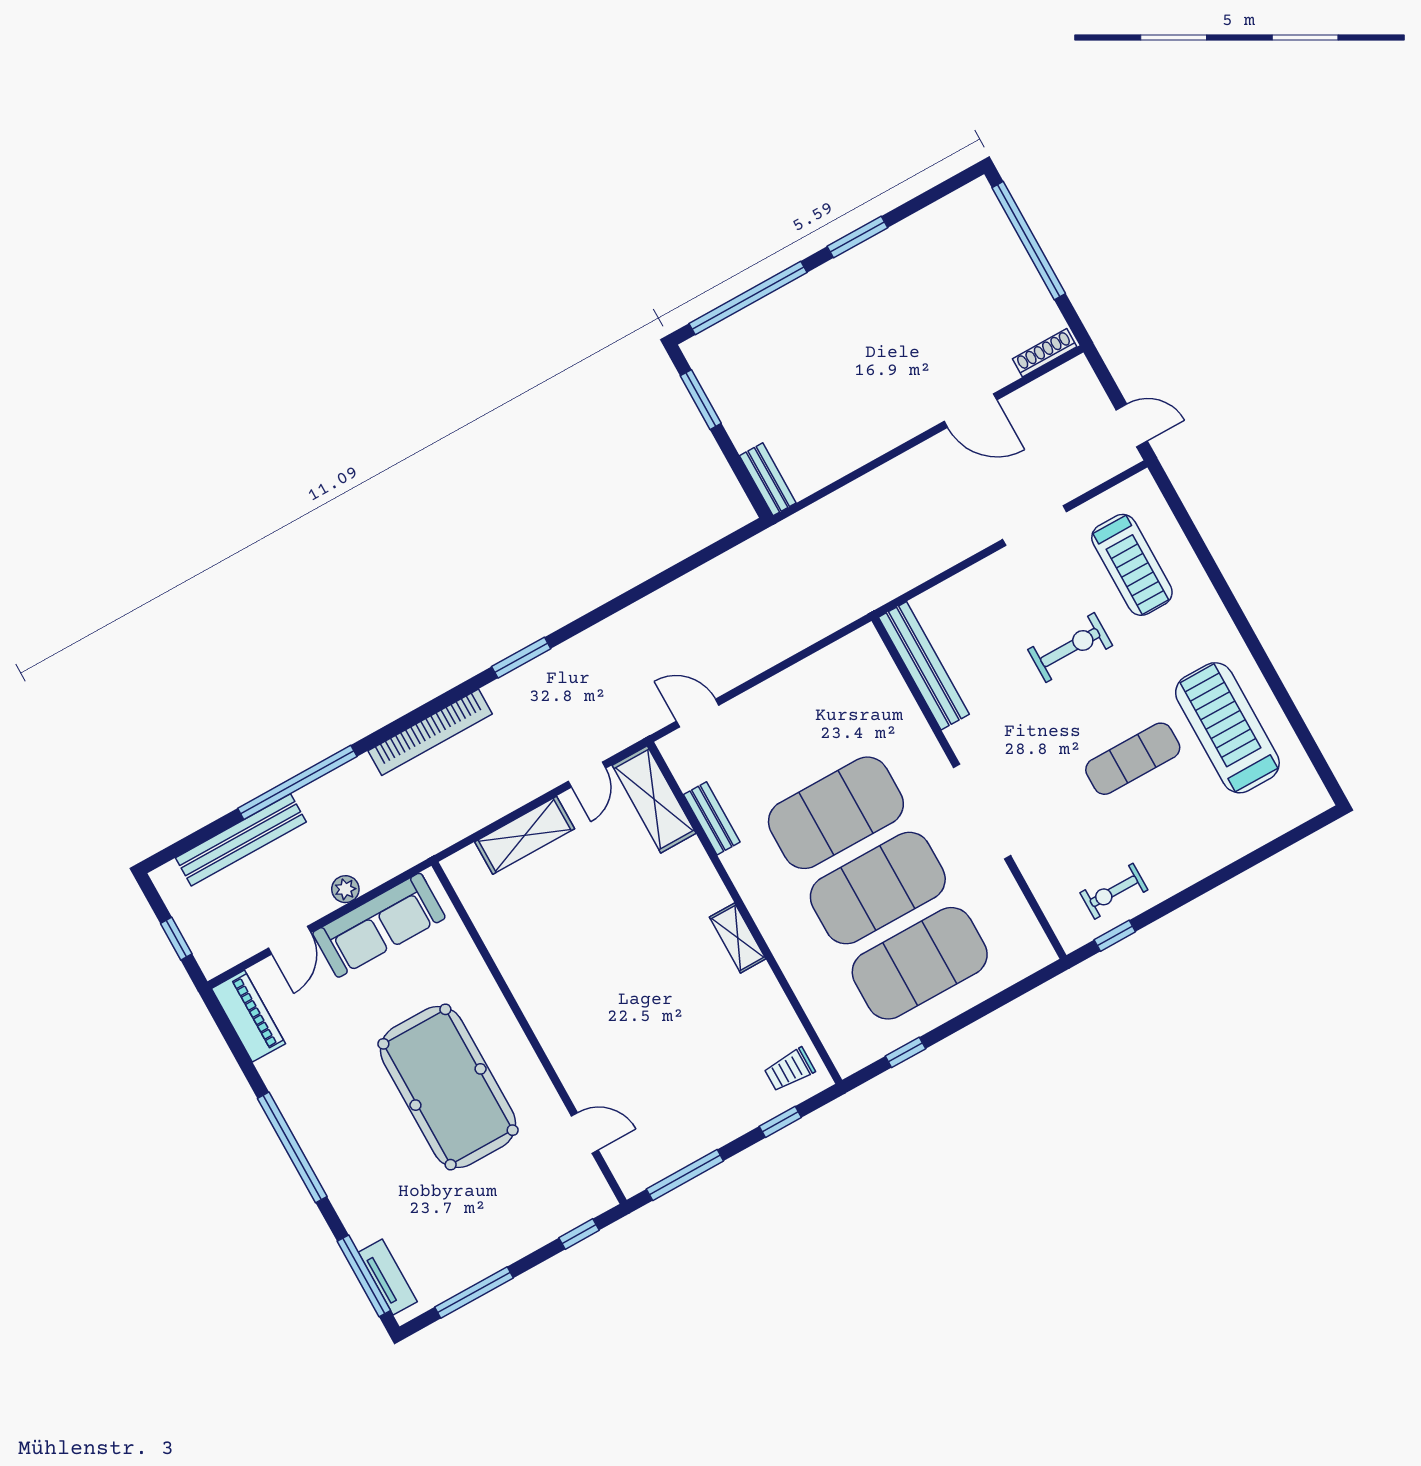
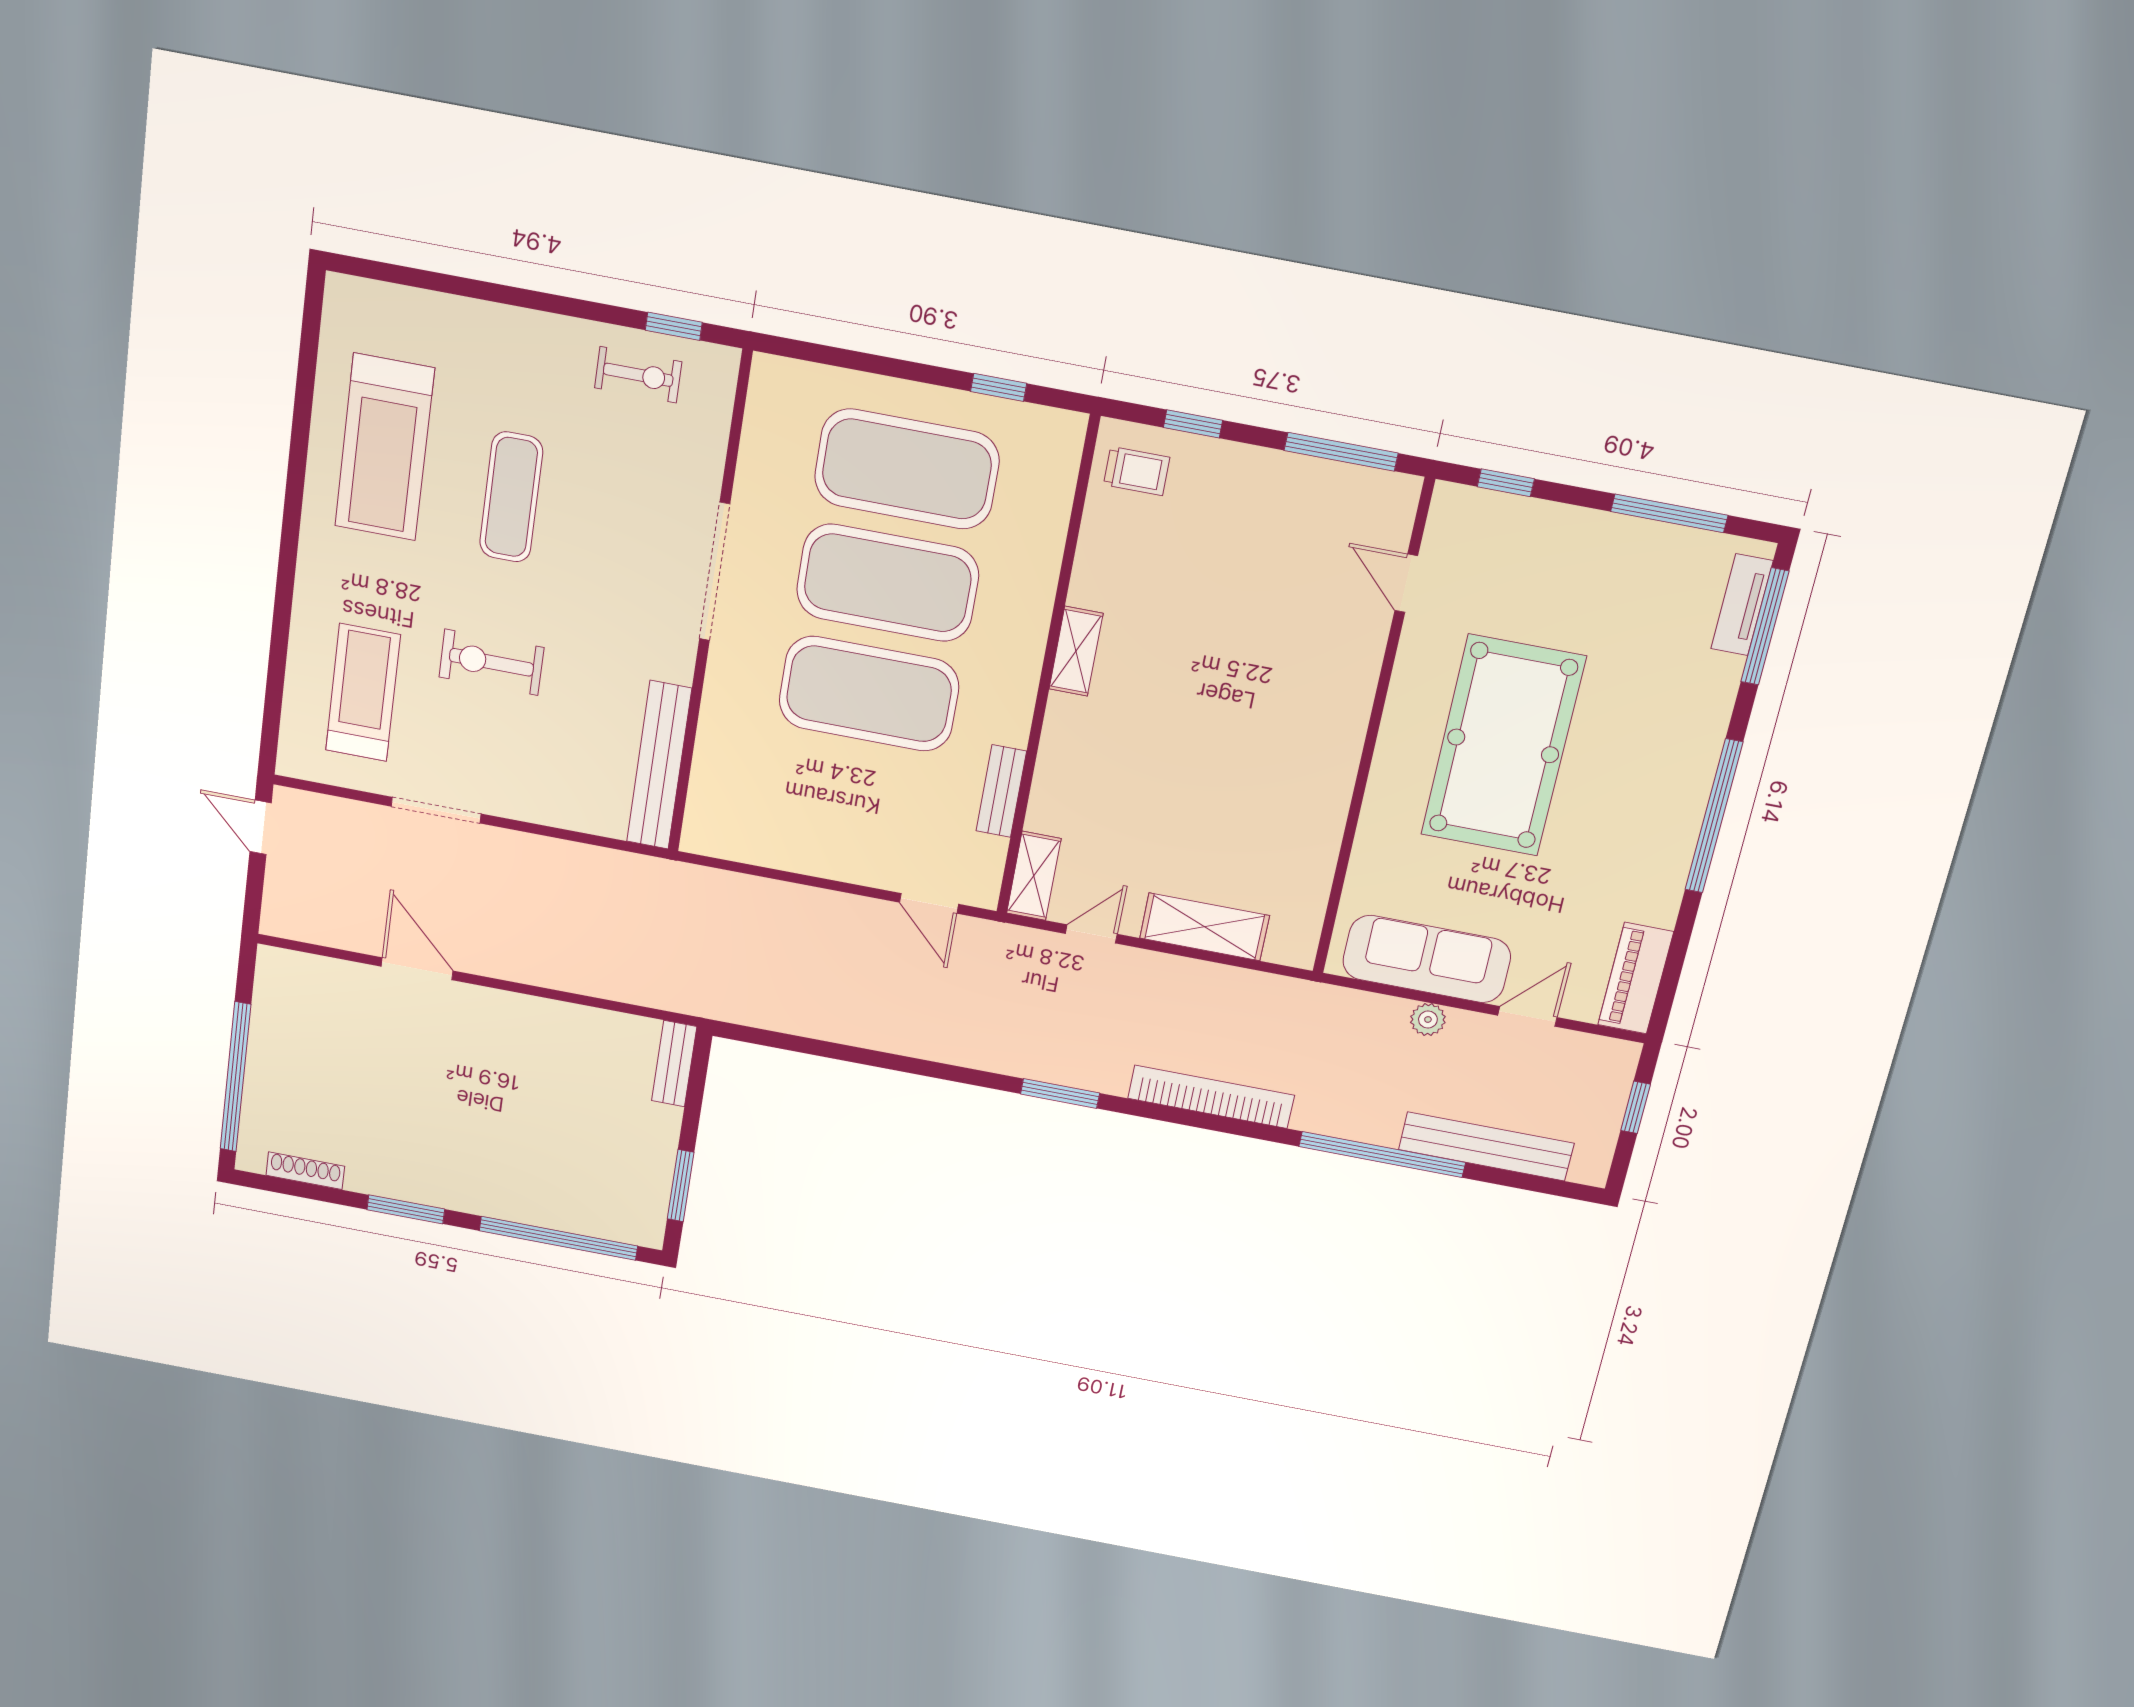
shoe rack: (1045, 353) -> (305, 1171), moved, turned 180
exercise mat: (1133, 759) -> (511, 497), turned 90
shelving: (654, 799) -> (1034, 876), width x0.67, depth x0.75

